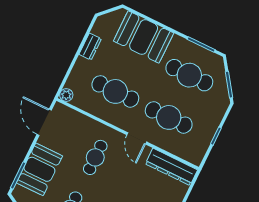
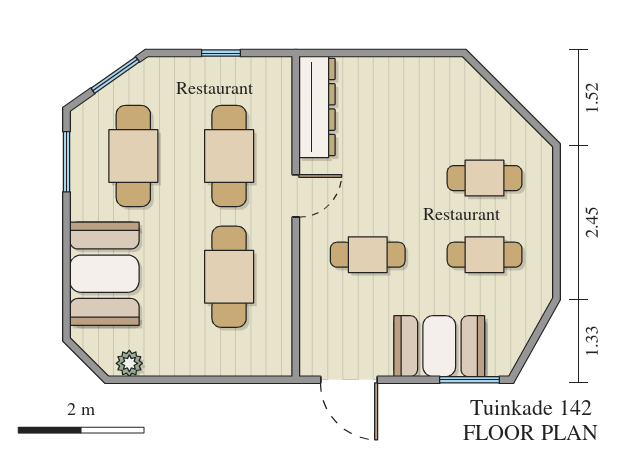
dresser: (90, 47) -> (170, 363), removed
plant: (66, 95) -> (129, 363), moved
door: (44, 122) -> (349, 380), hinge flipped

